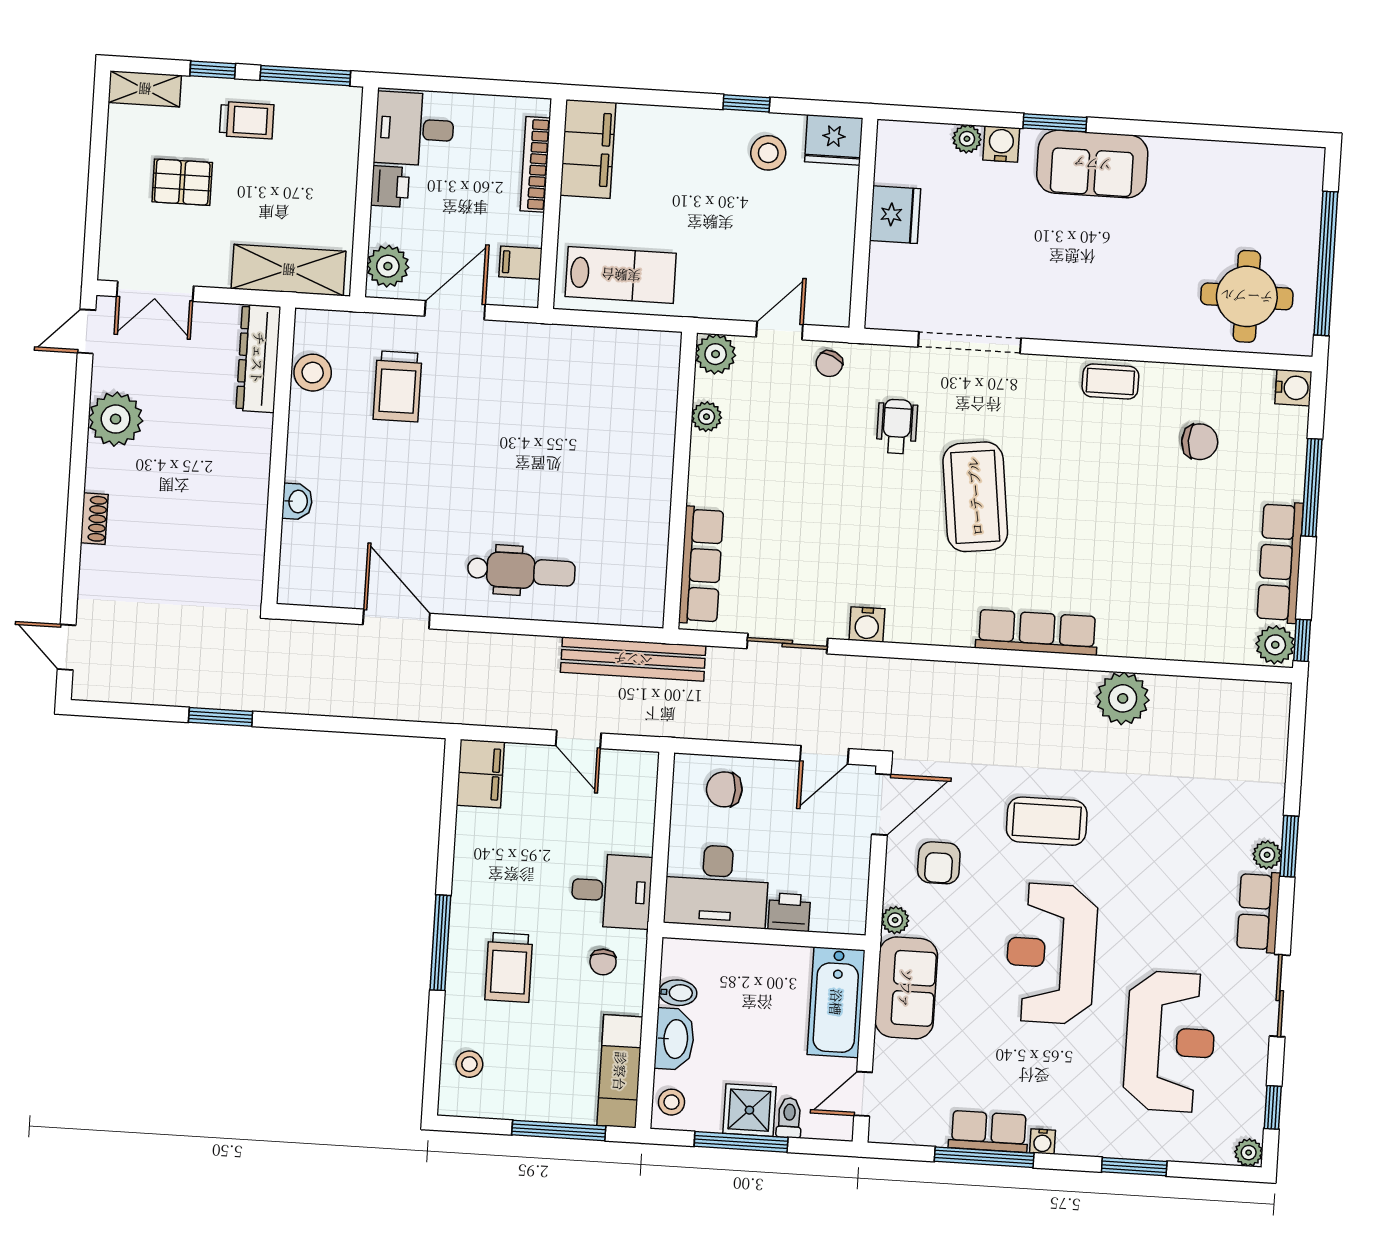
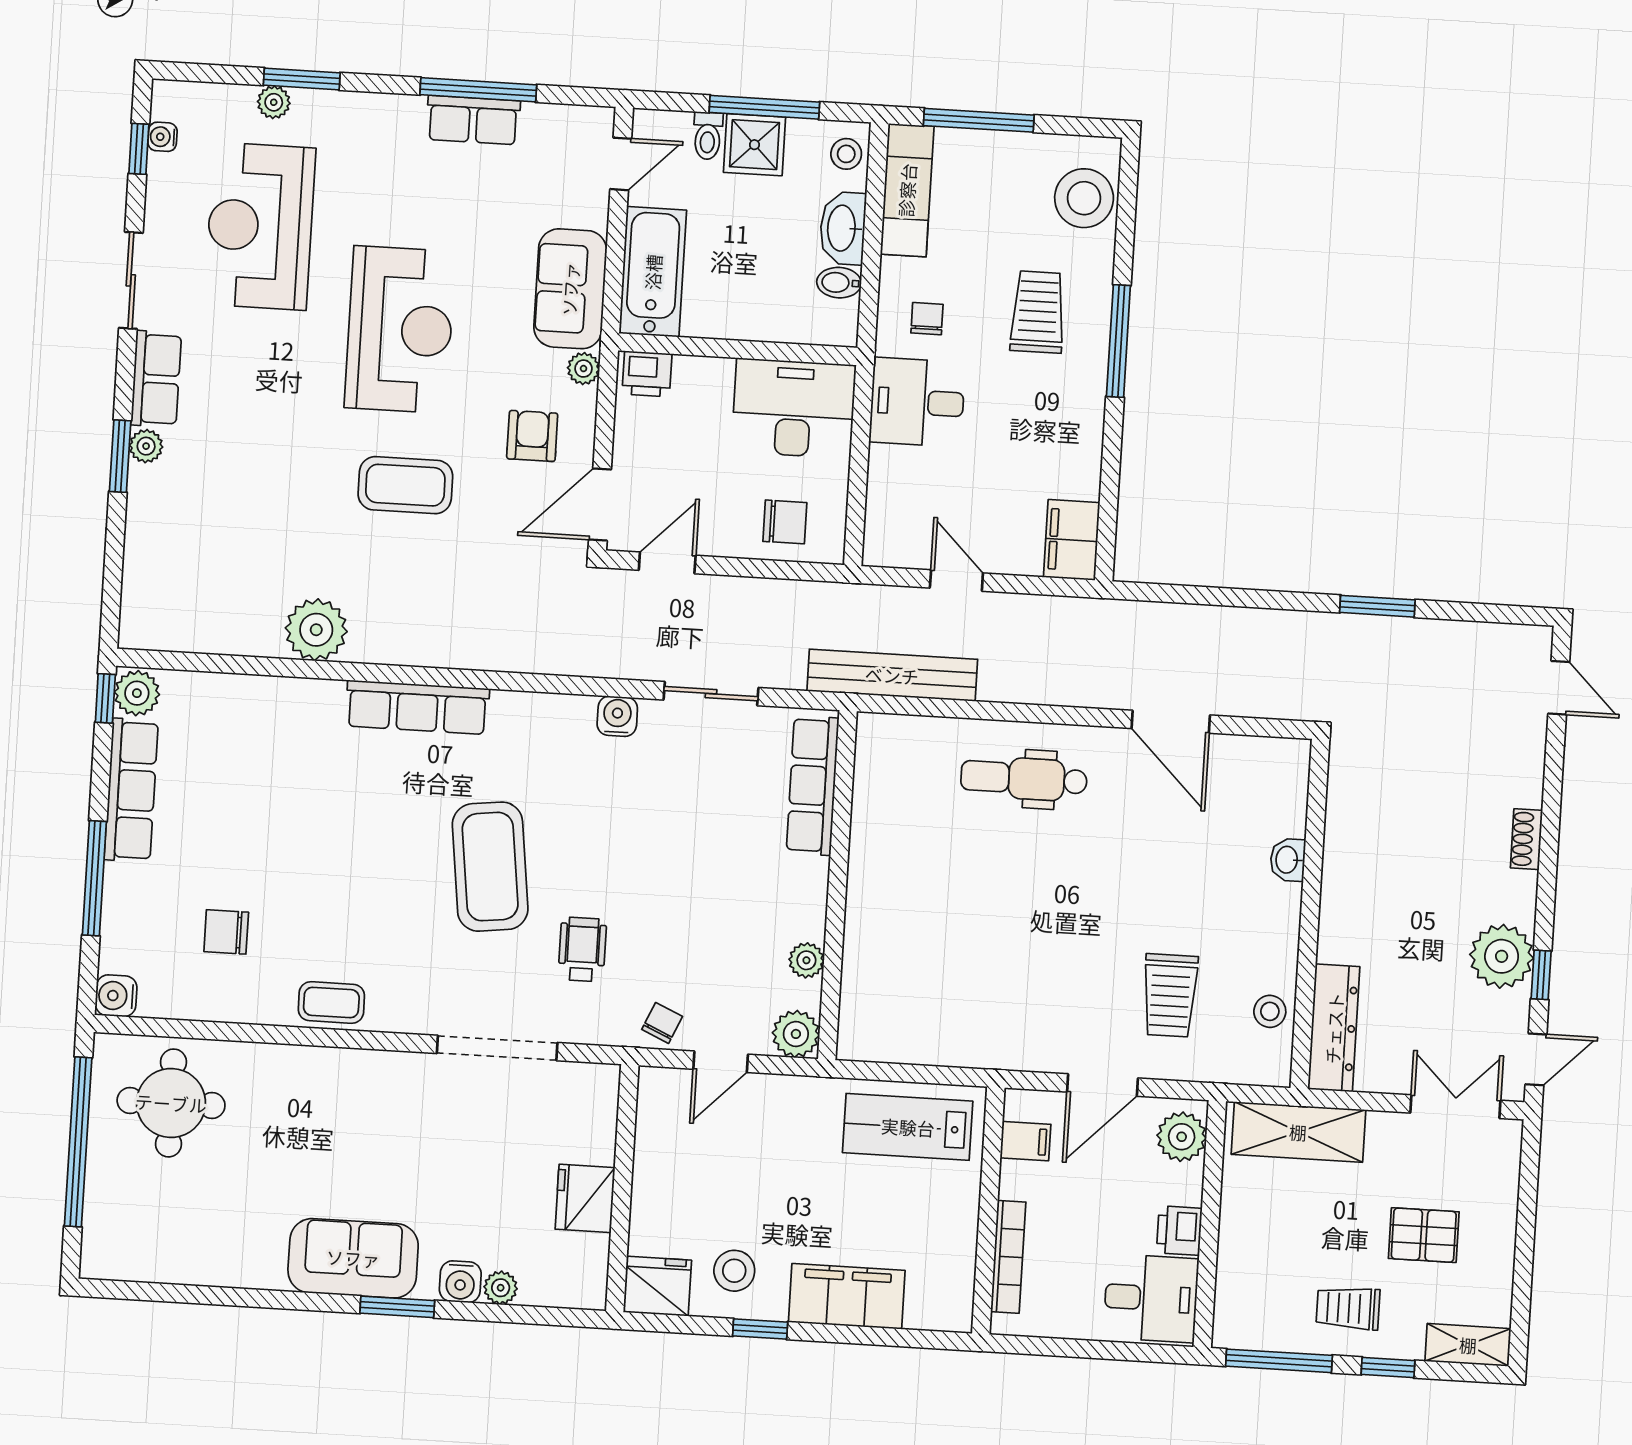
filing cabinet: (588, 149) -> (847, 1296), moved, turned 90
stool: (313, 373) -> (1270, 1011), width x0.73, depth x0.73
trolley: (398, 386) -> (1170, 995), turned 180
window: (82, 403) -> (1541, 975), added
wheelchair: (897, 426) -> (582, 949), turned 180
printer: (789, 912) -> (647, 374), moved
stool: (469, 1064) -> (1084, 198), width x1.89, depth x1.89
water cooler: (1042, 1141) -> (162, 137), moved, turned -90
plant: (1249, 1153) -> (274, 102), moved

